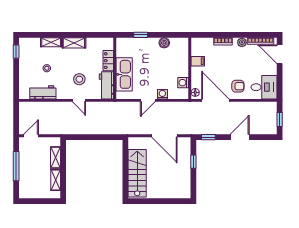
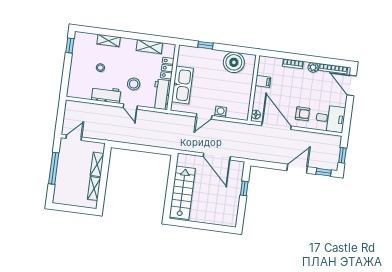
shelving: (74, 43) -> (149, 47), moved
boiler: (164, 43) -> (234, 62), width x1.86, depth x1.86
washing machine: (183, 83) -> (244, 102), removed
workbench: (43, 92) -> (106, 95), moved
window: (208, 137) -> (324, 172), moved

